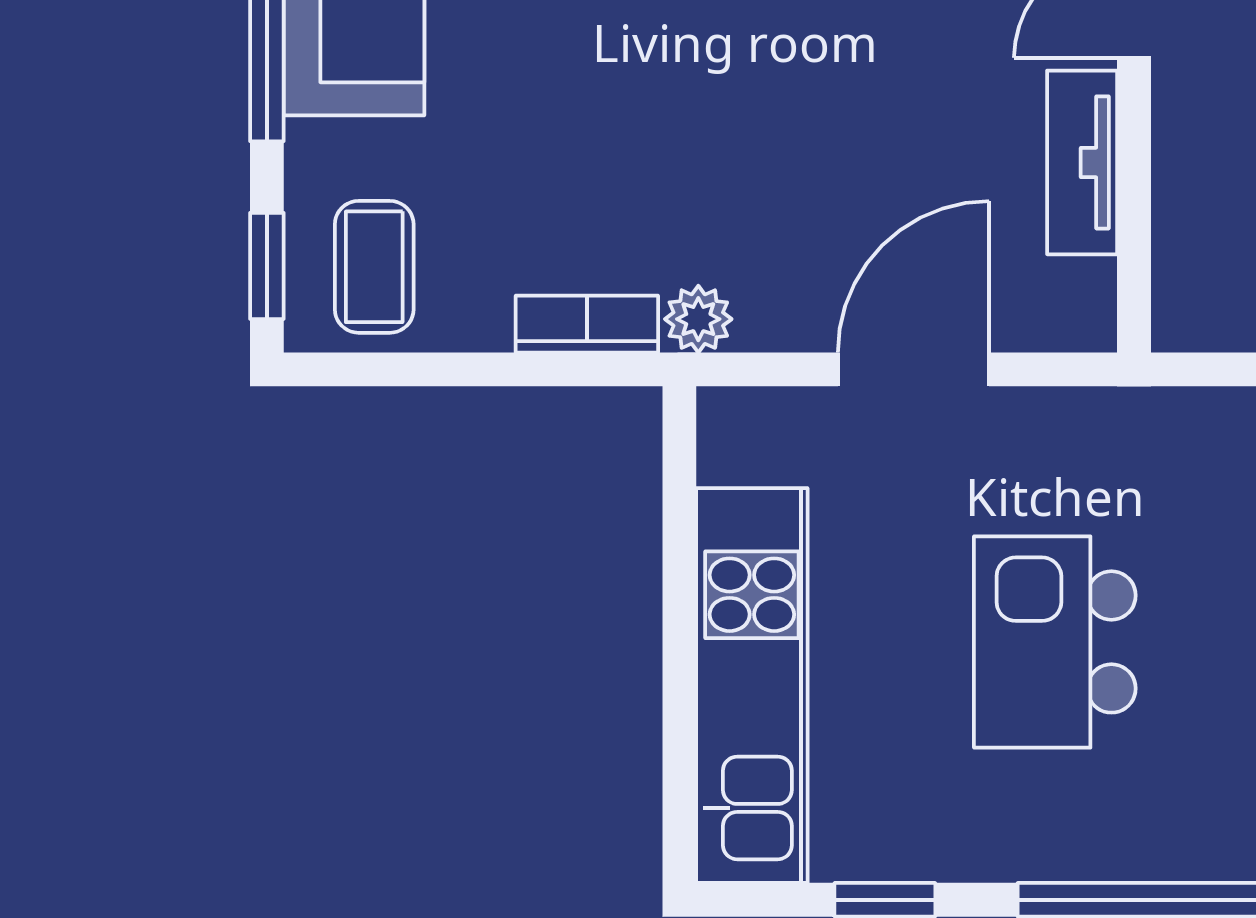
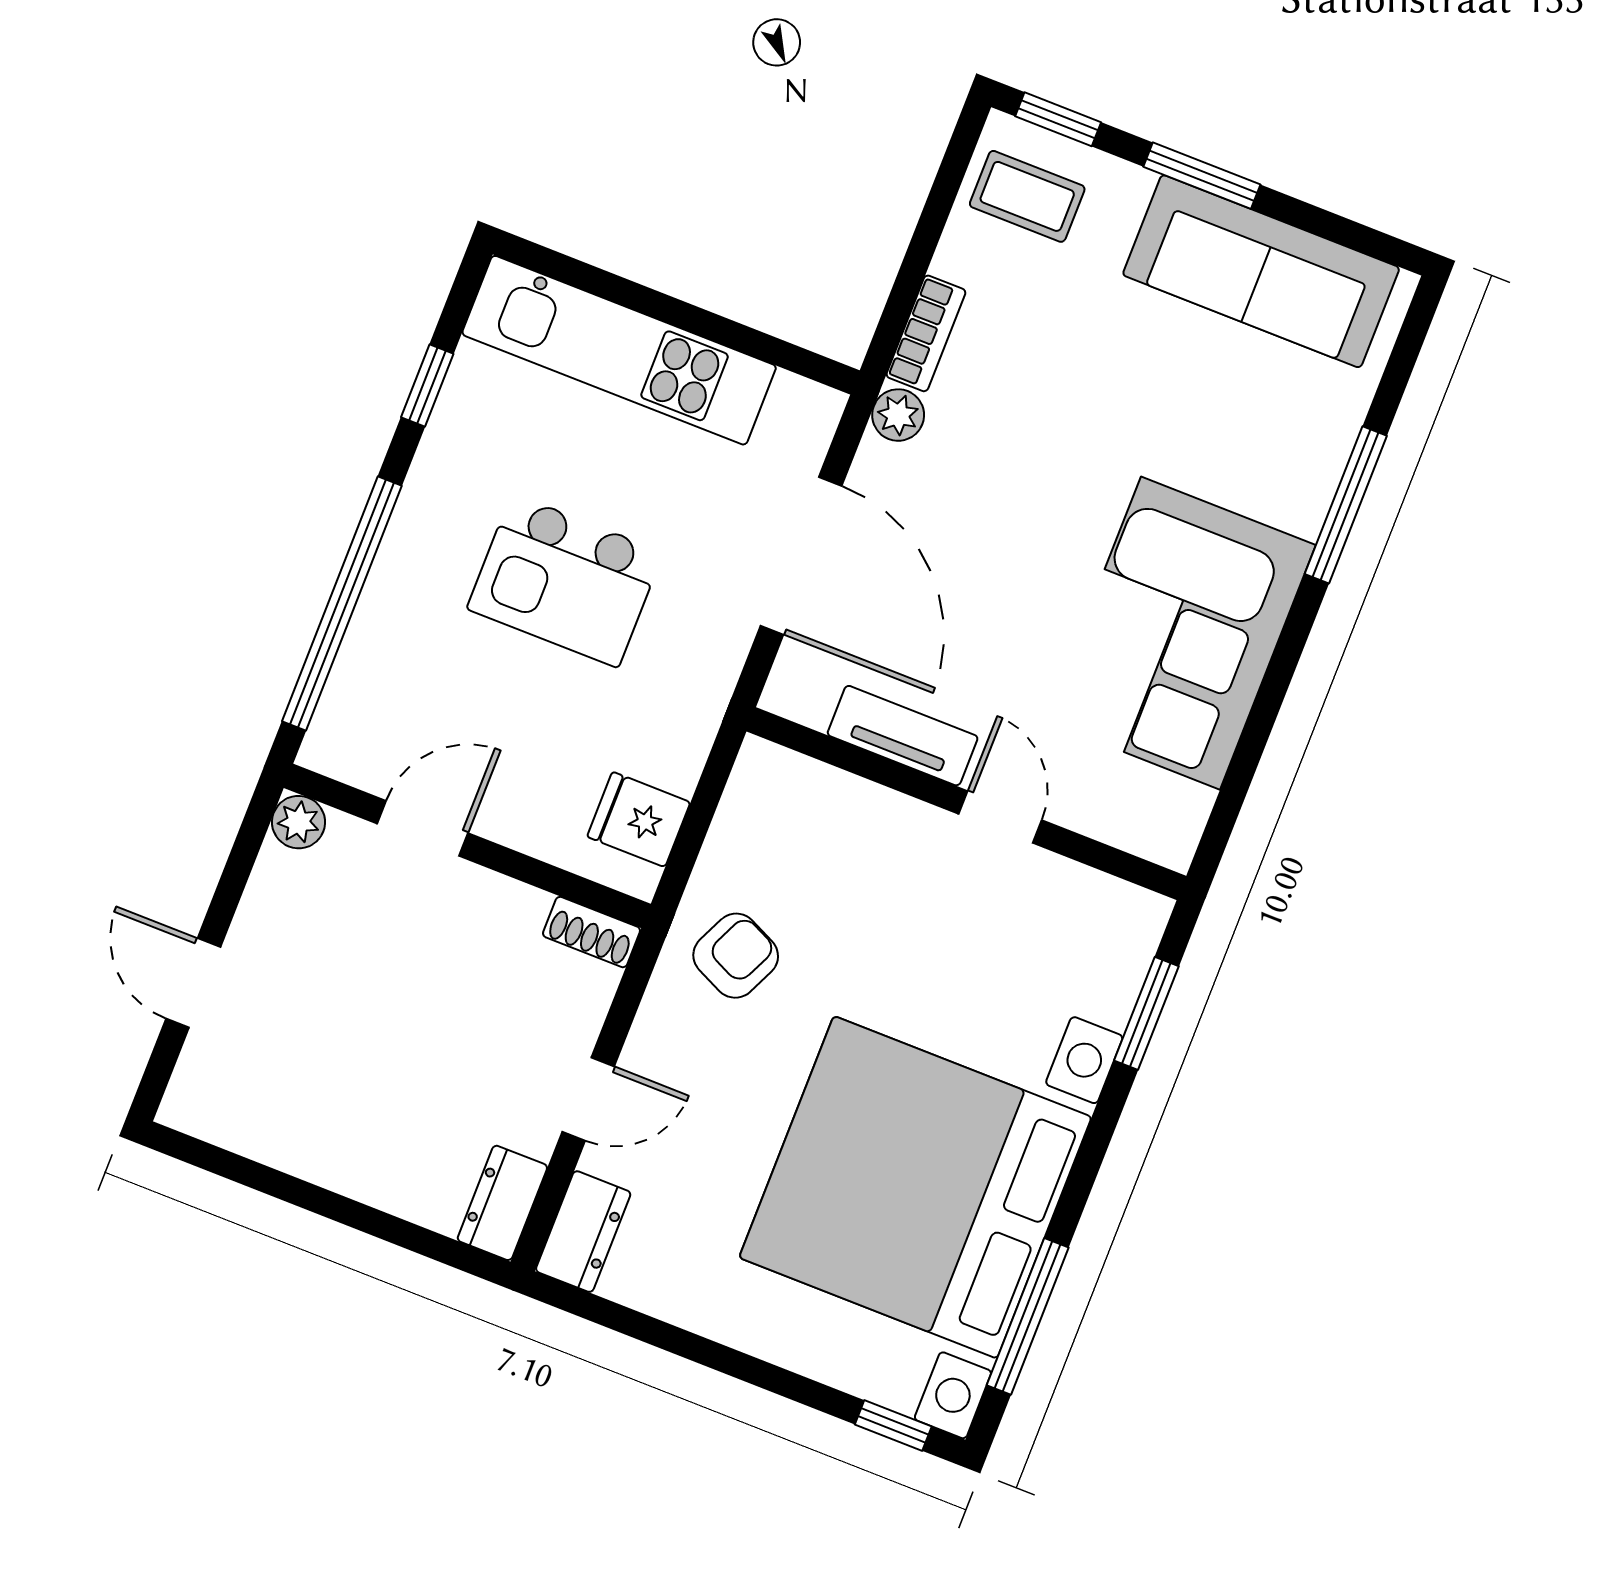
door: (914, 369) -> (801, 556), width x1.36
kitchen island: (1055, 642) -> (565, 581), turned 180

